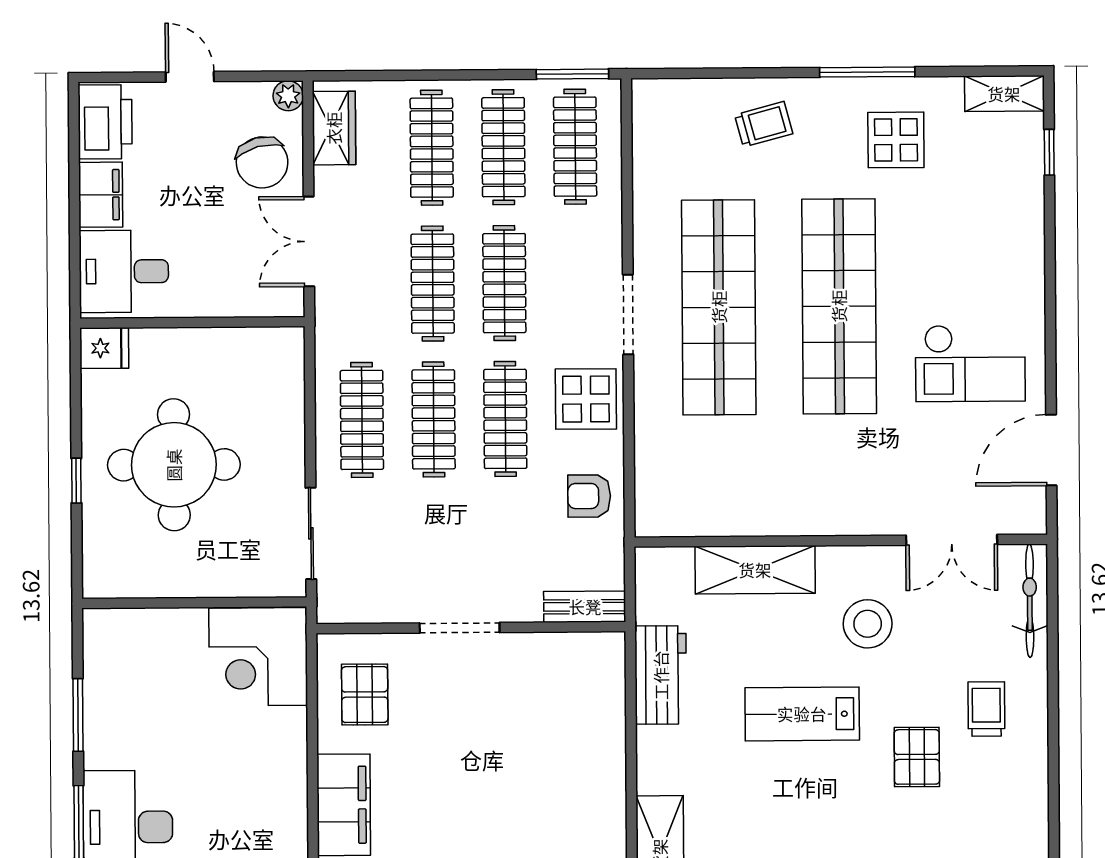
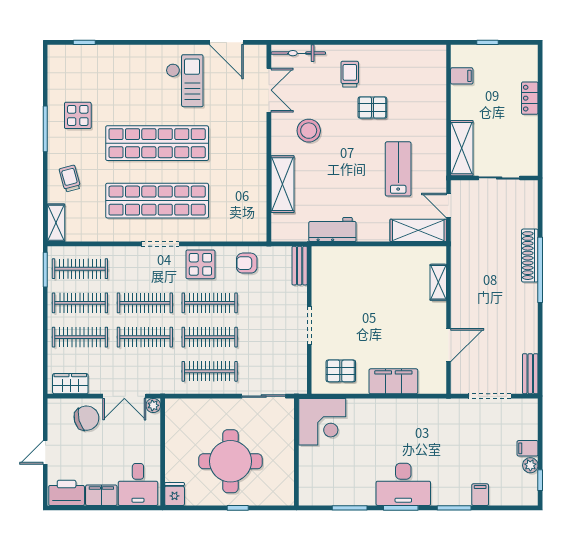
shelving: (1004, 94) -> (56, 223), moved
plant: (288, 96) -> (153, 405), moved
armchair: (589, 496) -> (247, 263), turned 90
trolley: (986, 709) -> (350, 74), turned 90
lab bench: (802, 714) -> (398, 169), moved, turned 180

